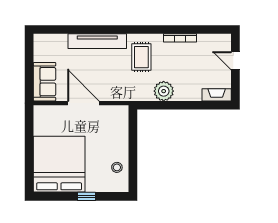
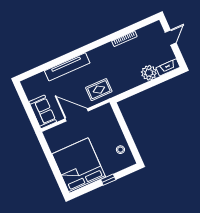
rug: (141, 57) -> (99, 90), moved, turned 90
door: (235, 61) -> (171, 38), swing flipped
plant: (164, 91) -> (149, 73), moved

